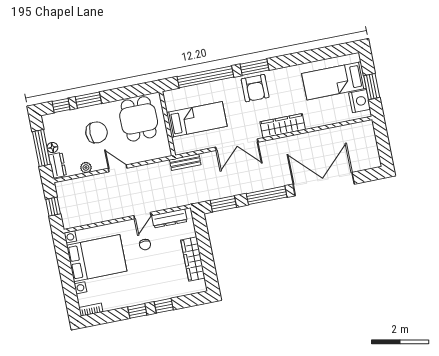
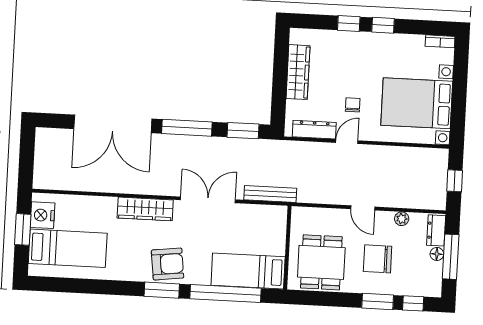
armchair: (255, 88) -> (168, 264), turned 83
bed: (197, 119) -> (248, 271), moved
bench: (185, 162) -> (270, 194), width x1.36

